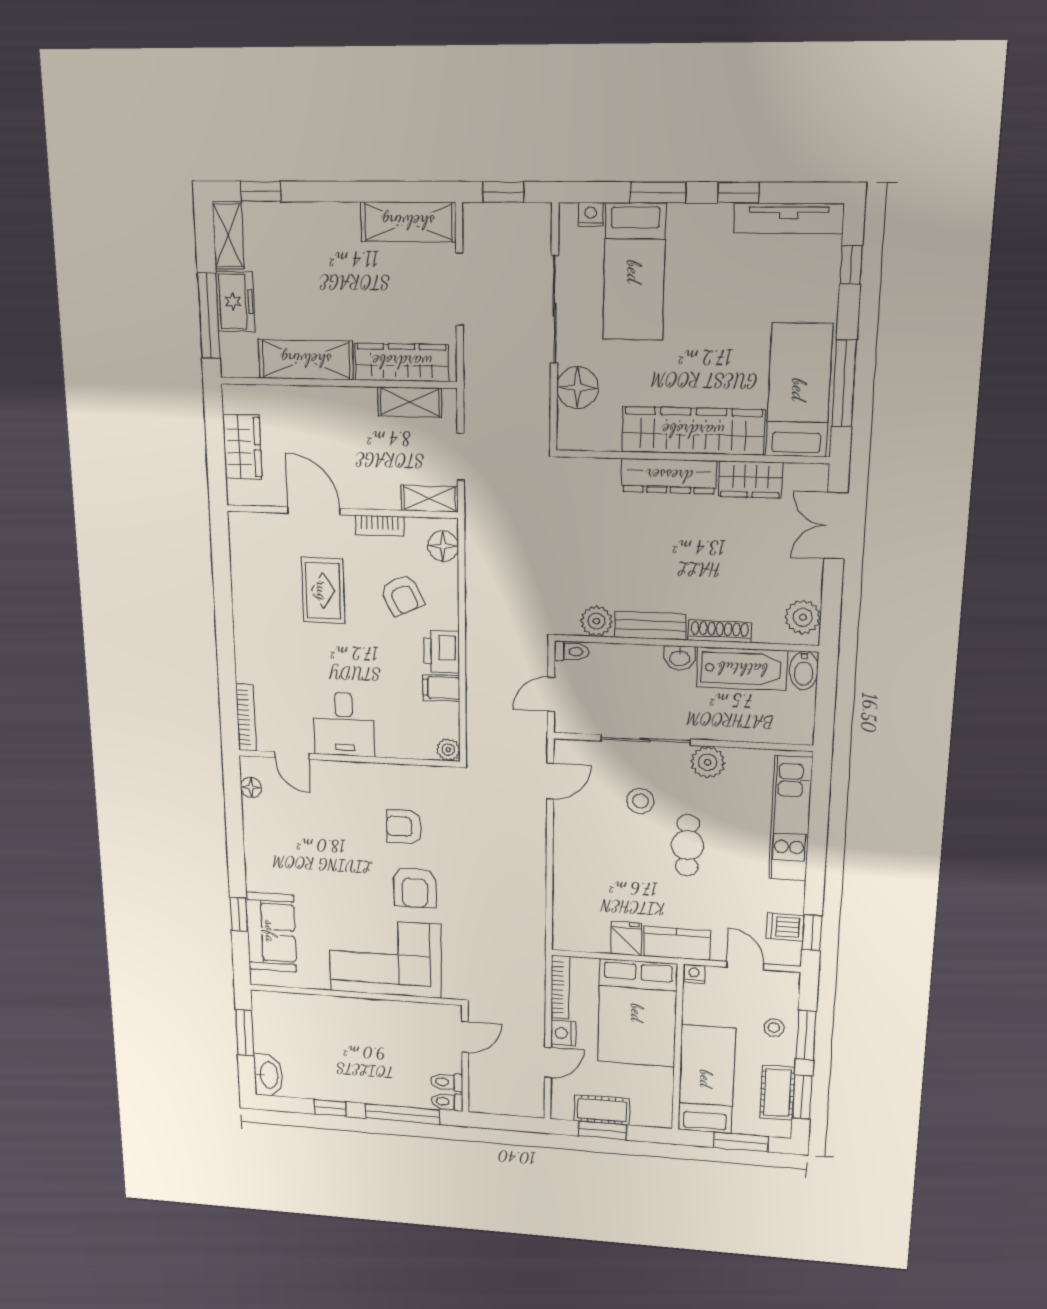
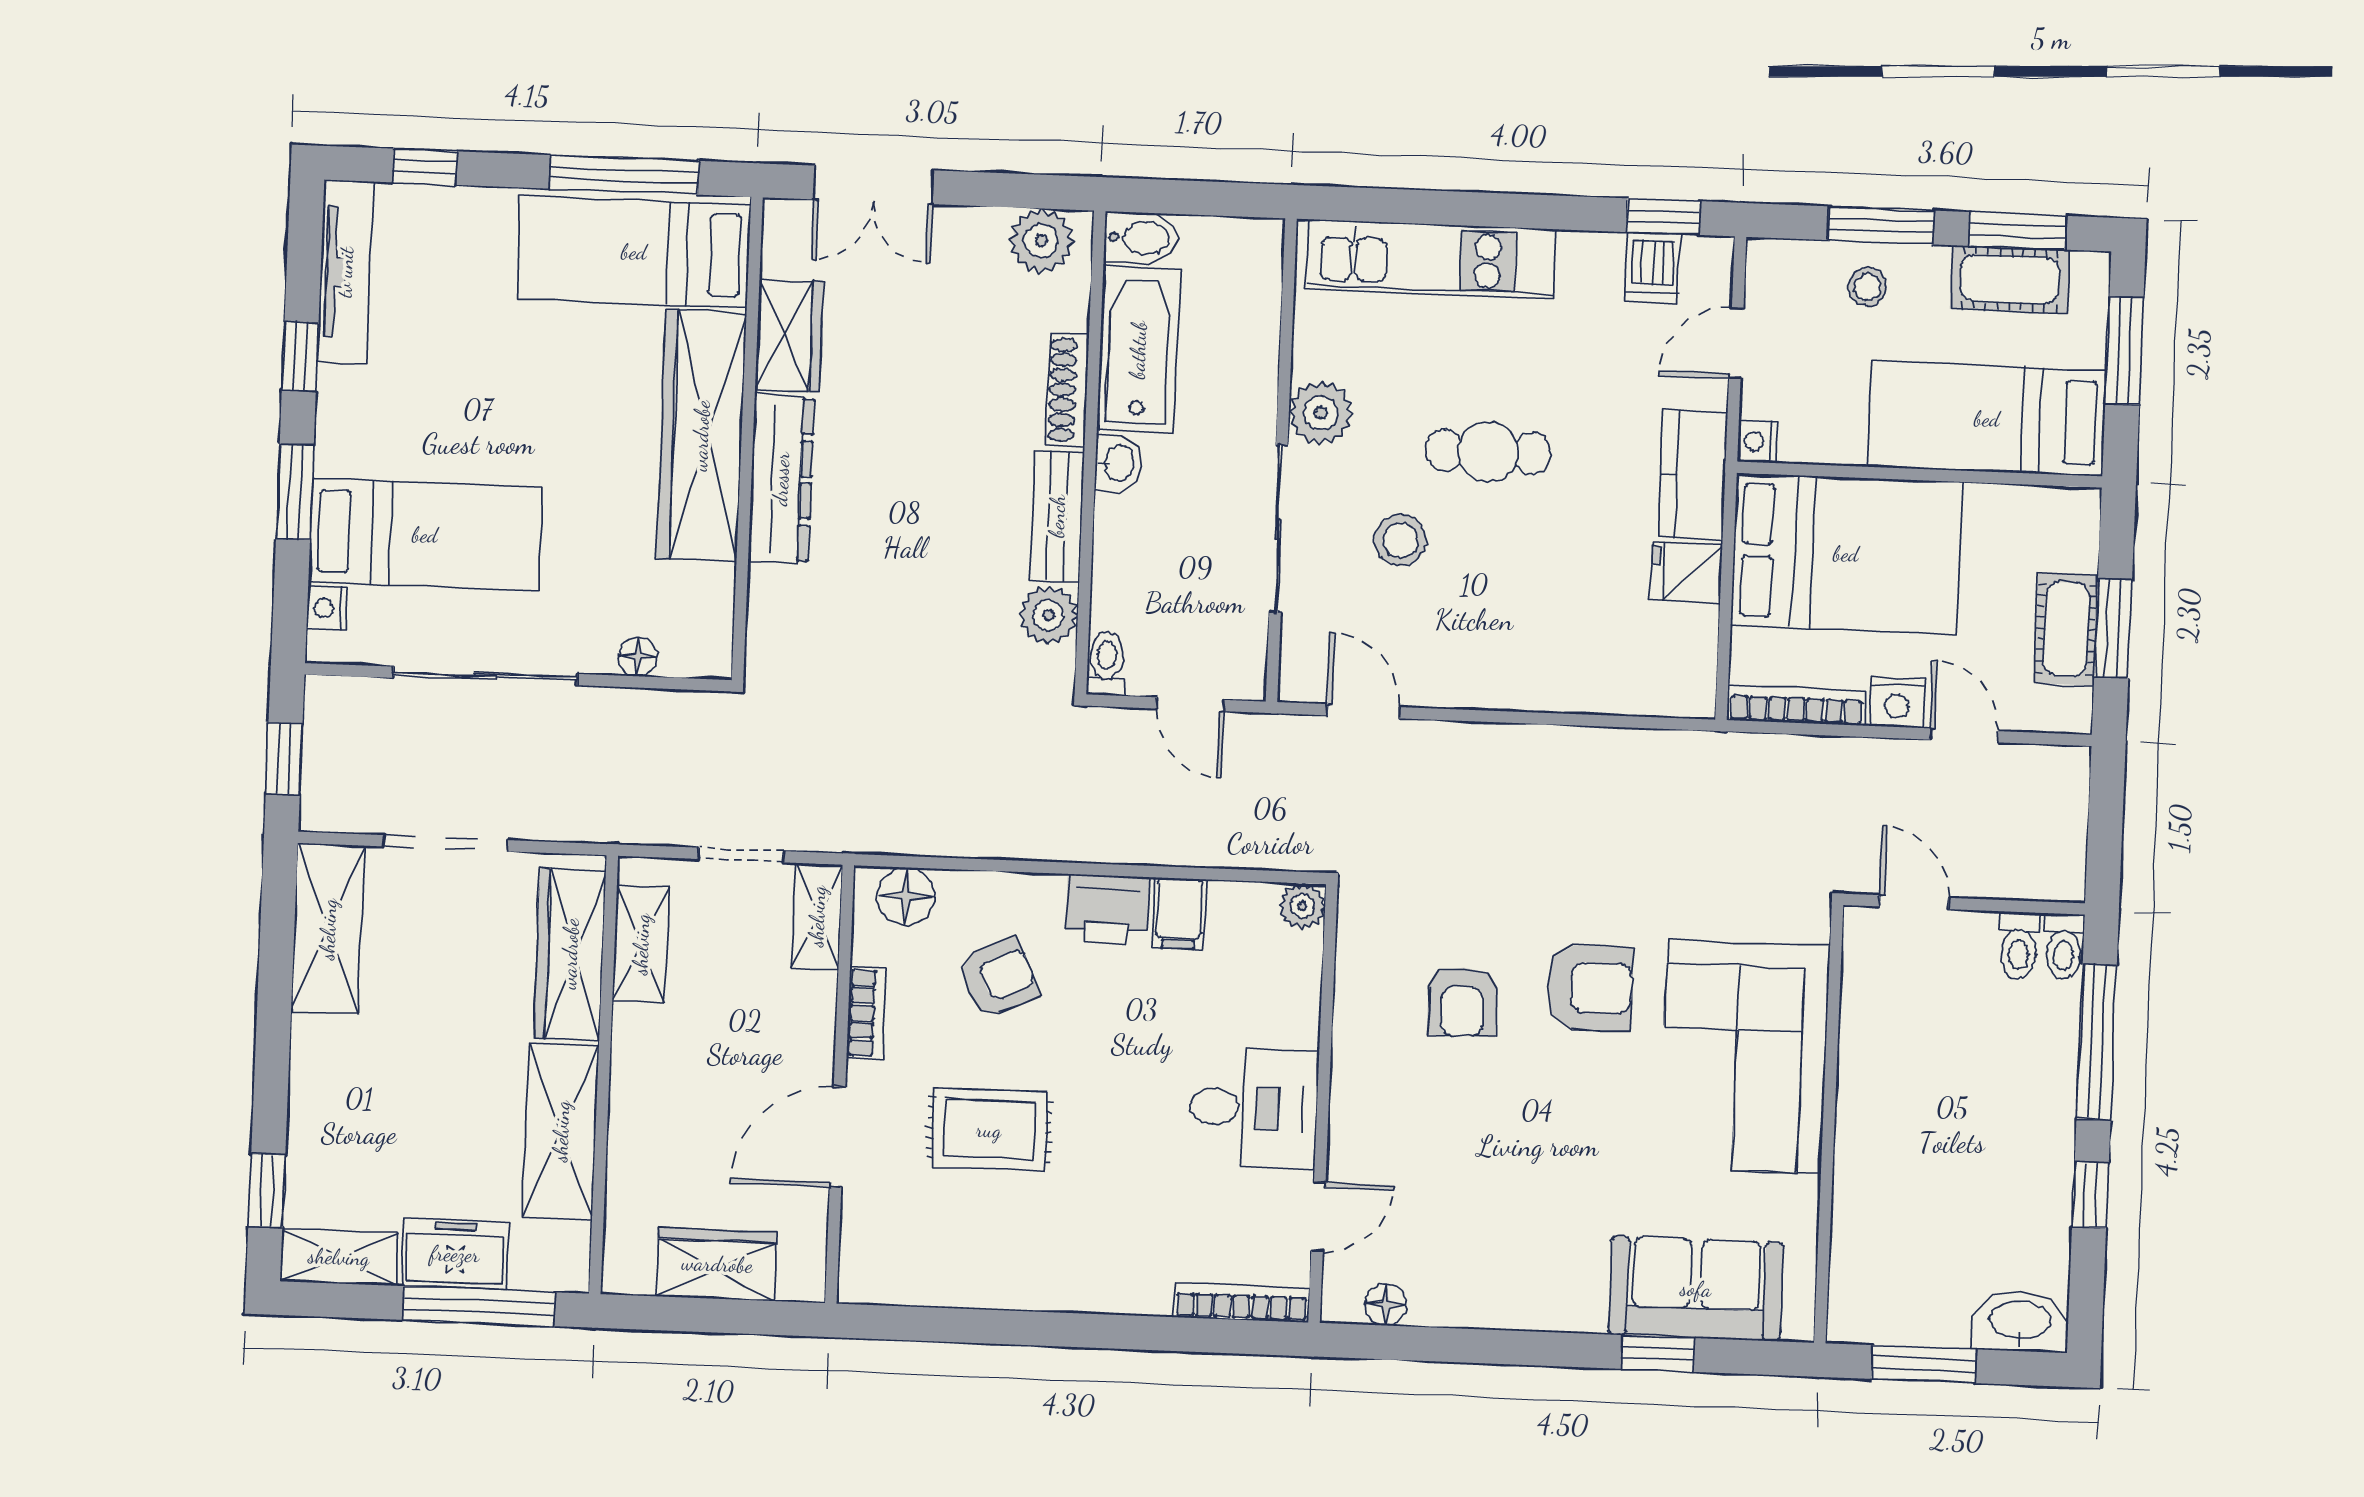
floor lamp: (577, 388) -> (638, 657), width x0.53, depth x0.53

